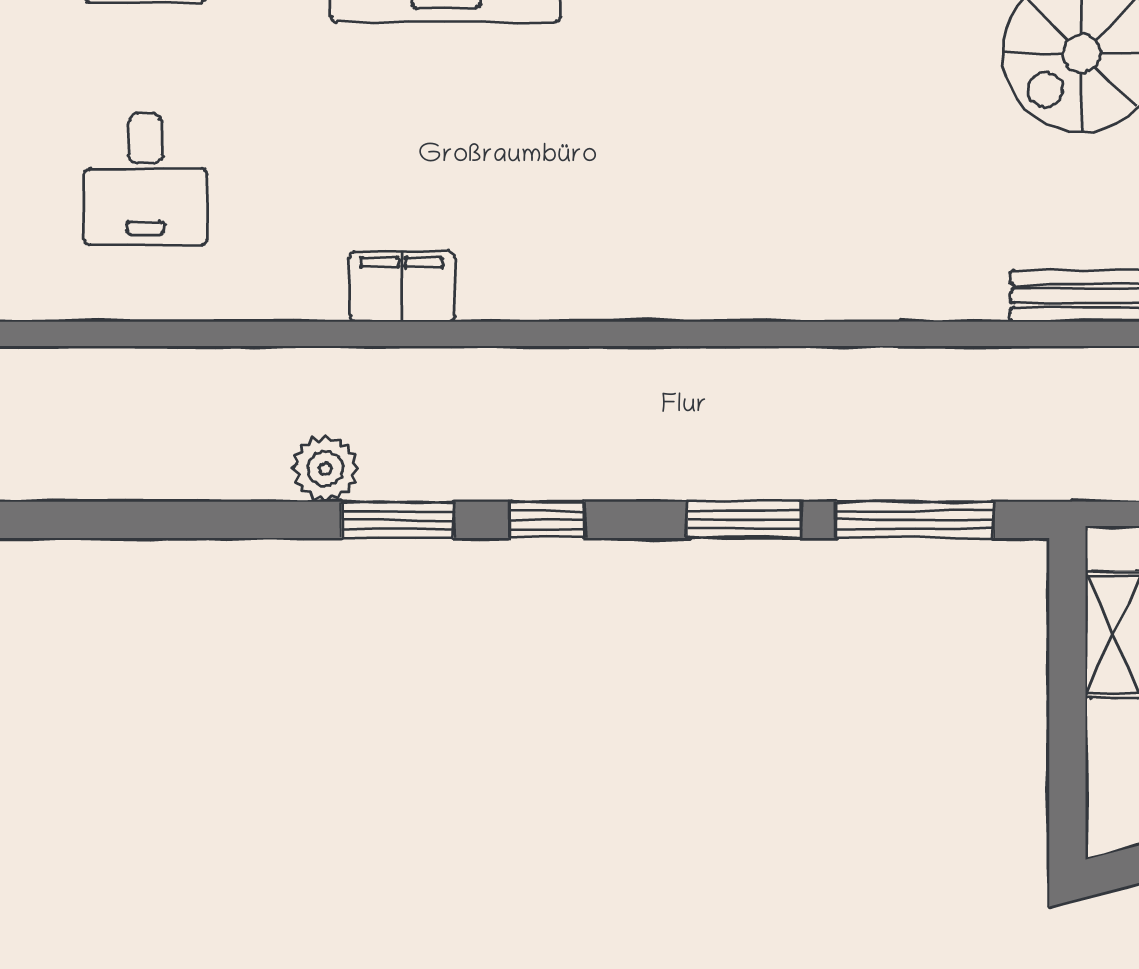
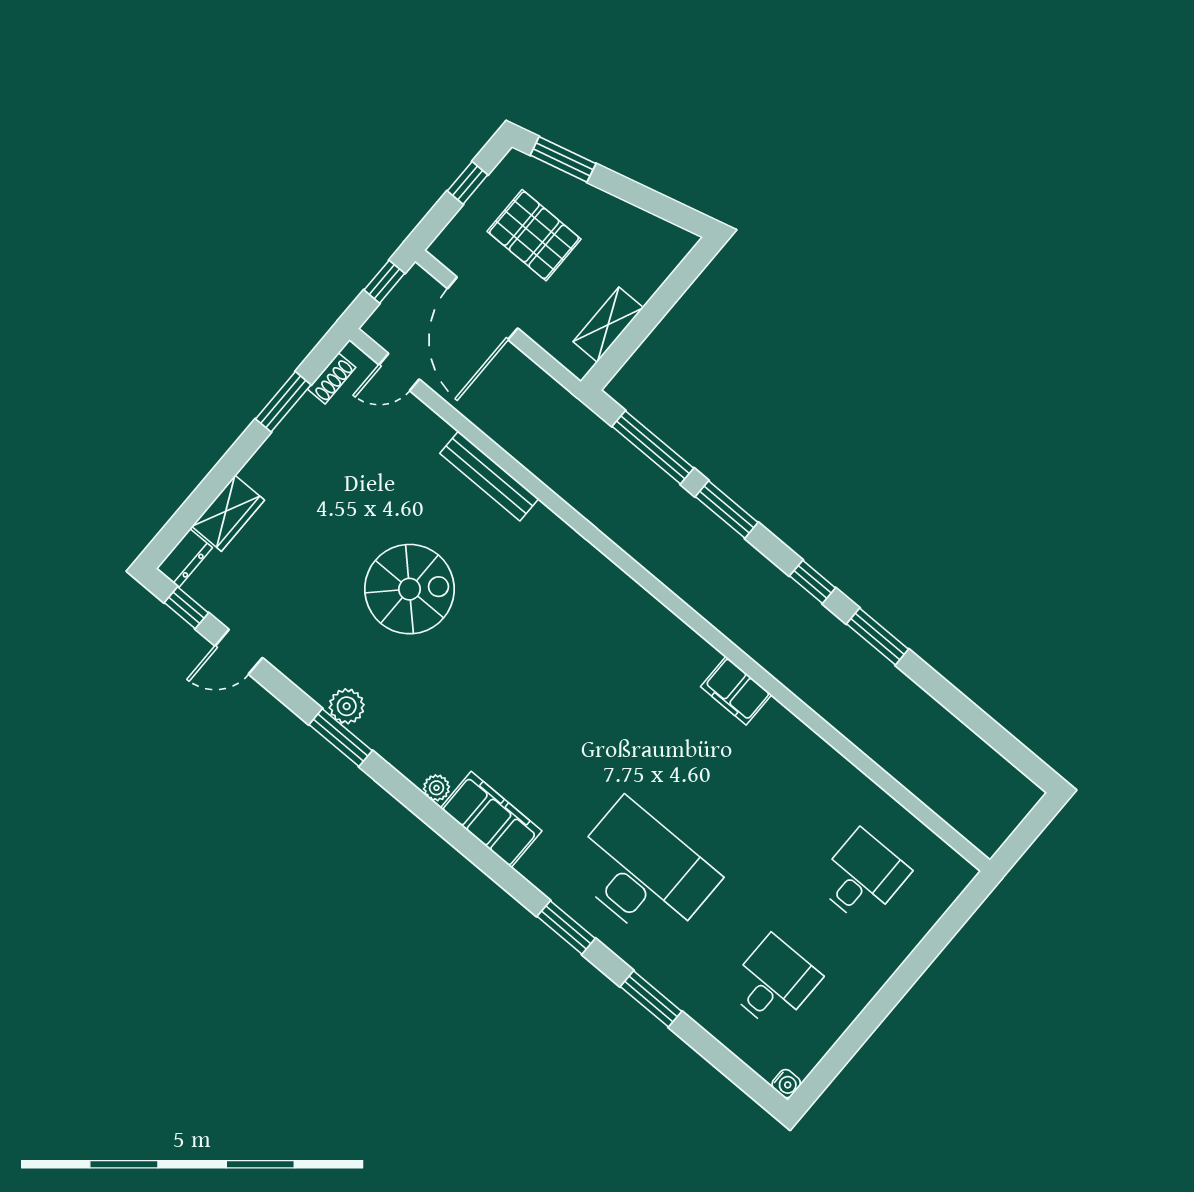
filing cabinet: (402, 287) -> (736, 691), moved
plant: (325, 469) -> (890, 685), removed

